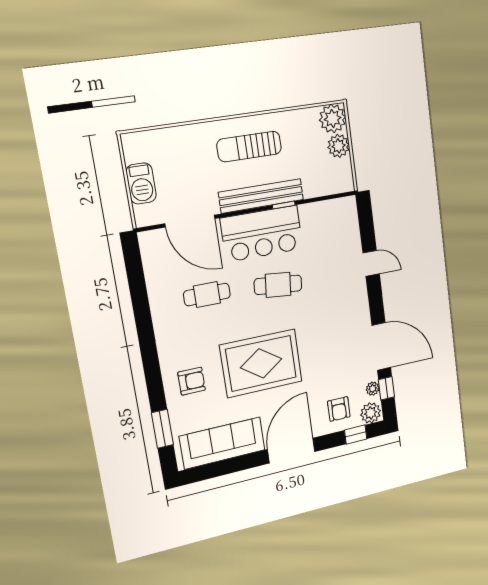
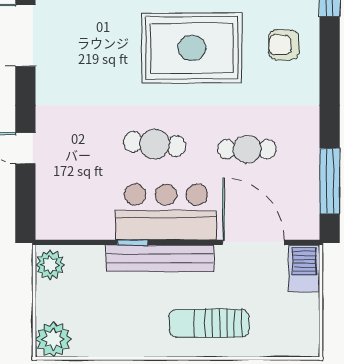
plant: (339, 146) -> (50, 265), moved
sun lounger: (249, 147) -> (209, 323), moved, turned 180
barbecue: (141, 183) -> (304, 268), moved
window: (137, 282) -> (330, 181), added

